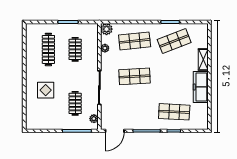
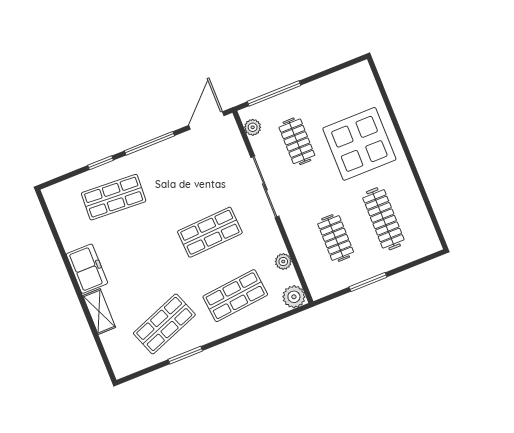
freezer: (201, 87) -> (87, 269), width x0.71
display table: (46, 90) -> (359, 144), width x1.86, depth x1.86

